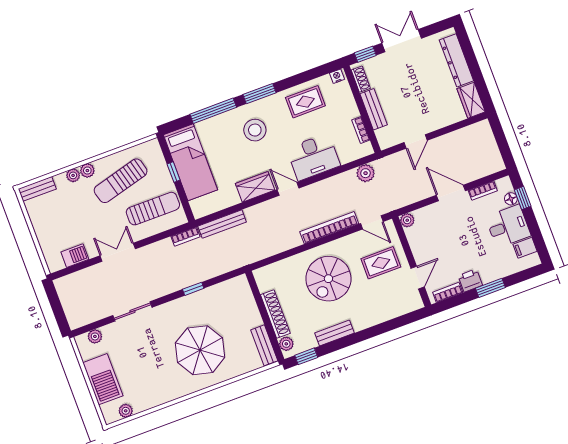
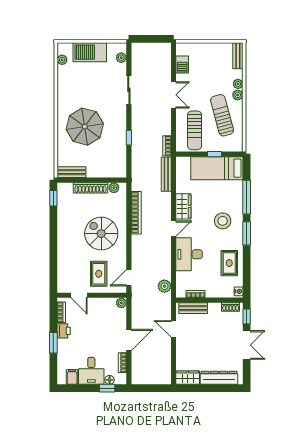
bench: (374, 109) -> (193, 308), moved
bookcase: (329, 228) -> (136, 213), moved
bench: (334, 333) -> (62, 224), removed
plant: (286, 344) -> (114, 188), moved

